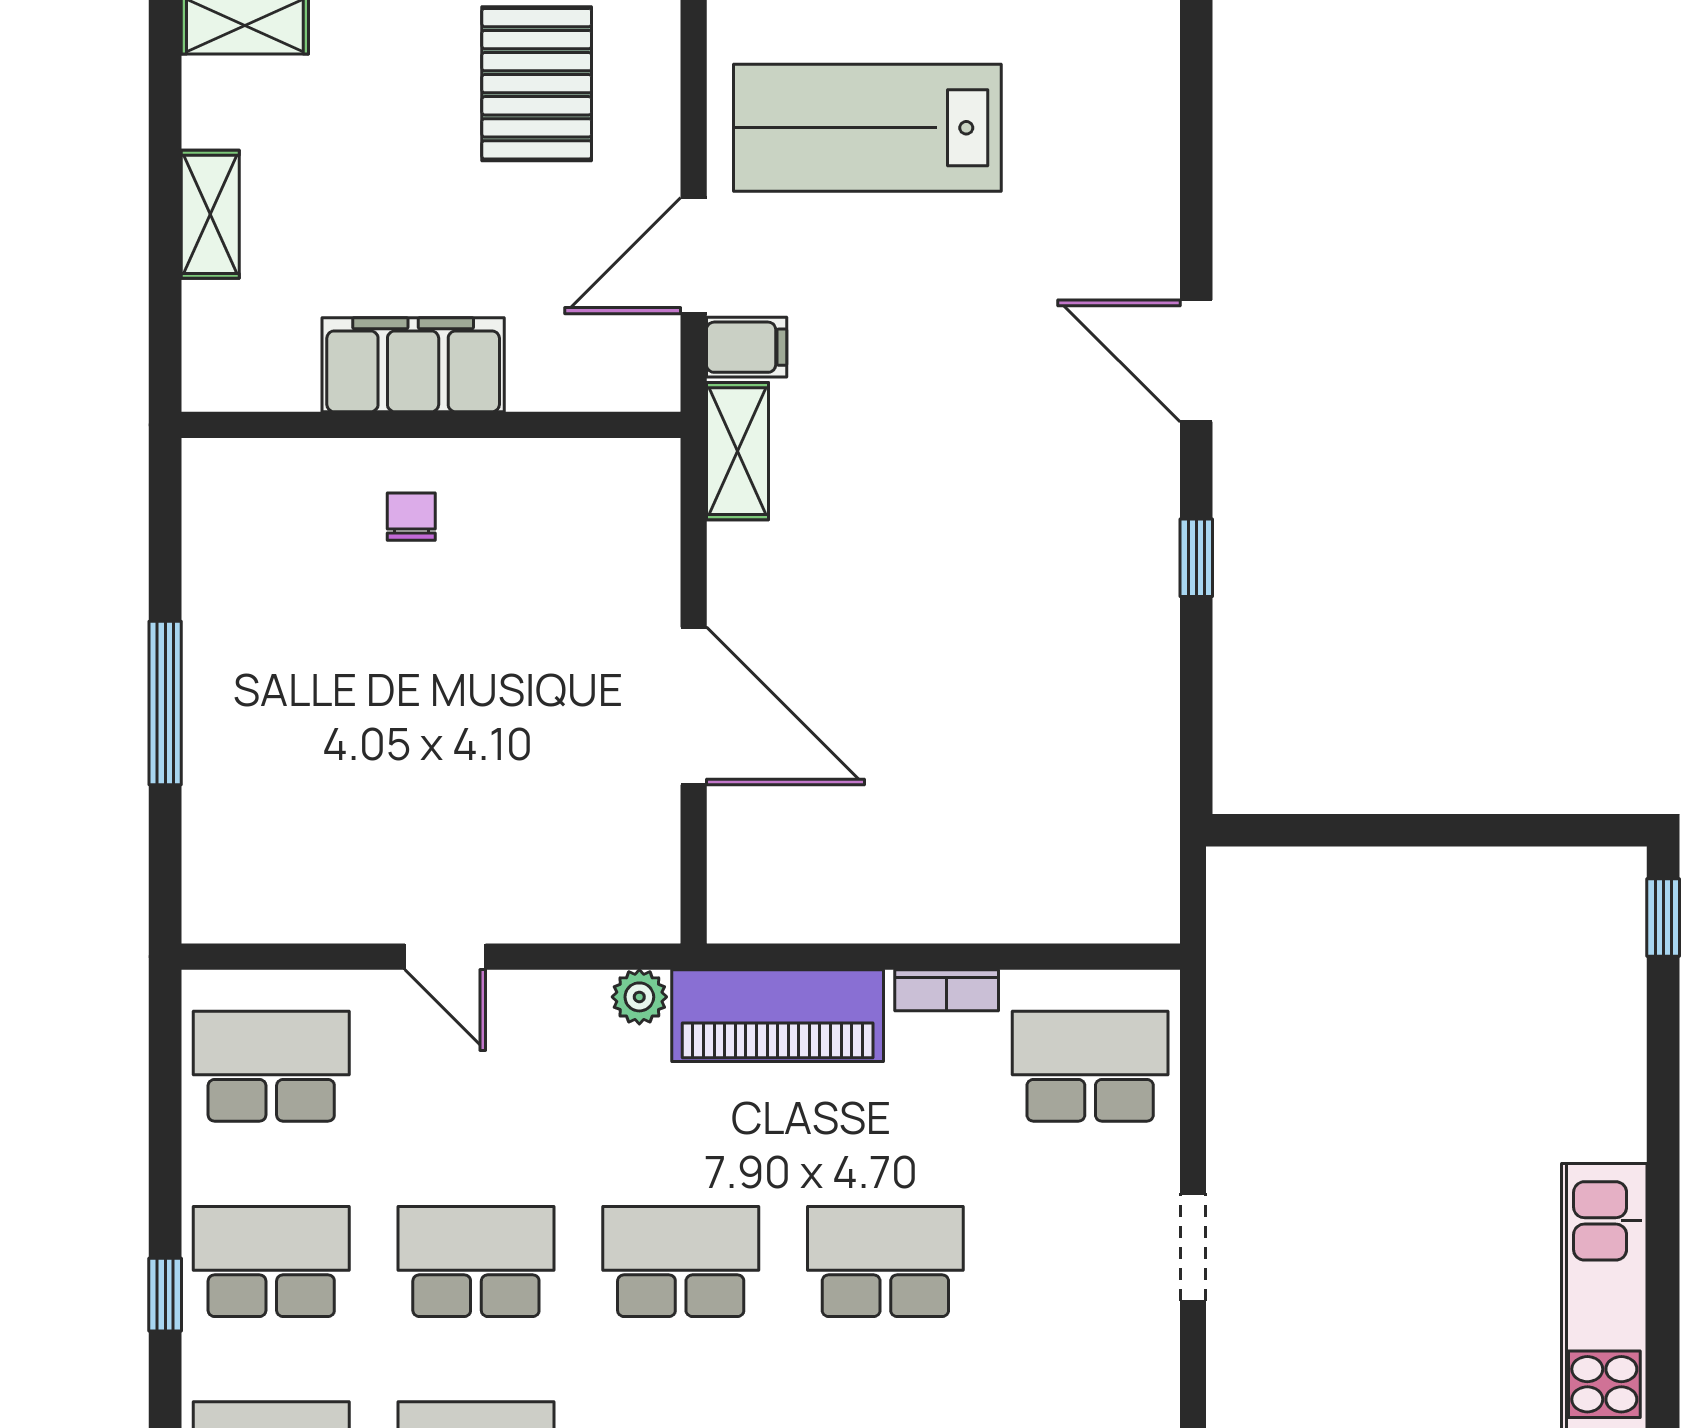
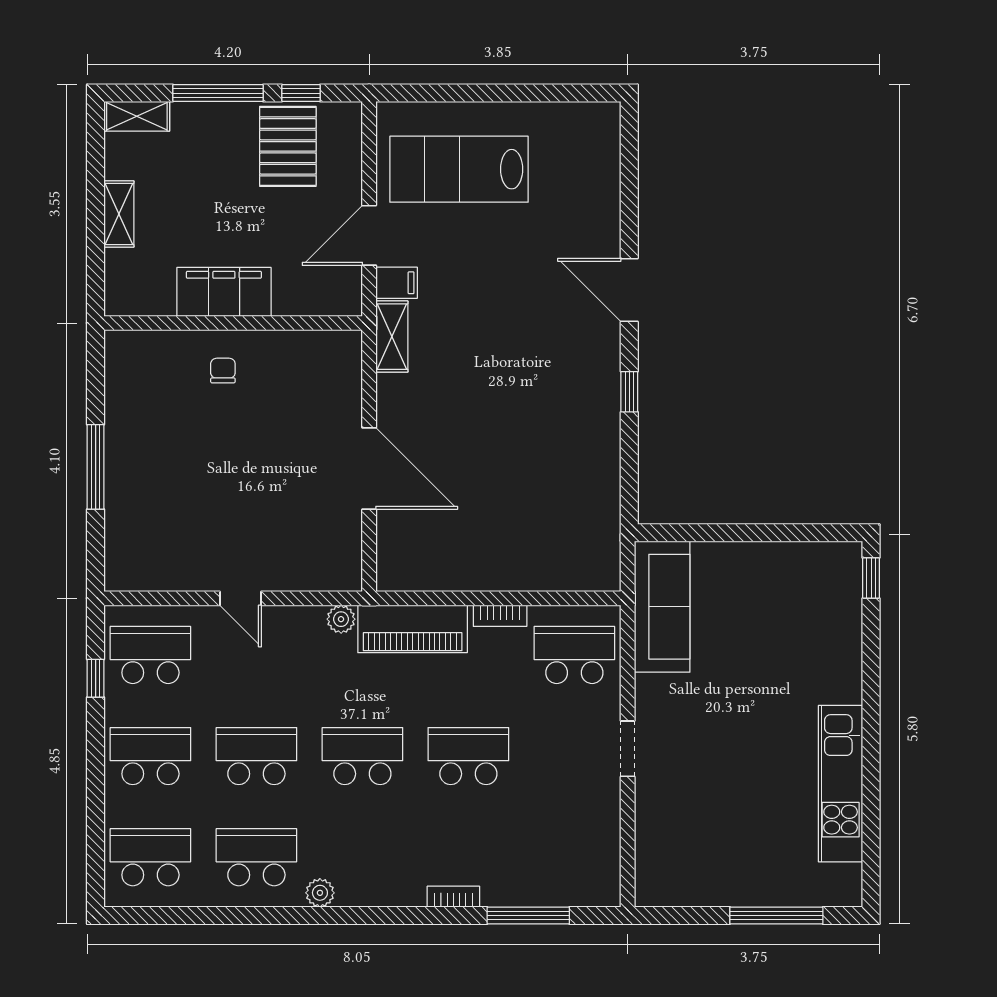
sofa: (1260, 973) -> (662, 607), added
window: (165, 1295) -> (96, 678), moved

